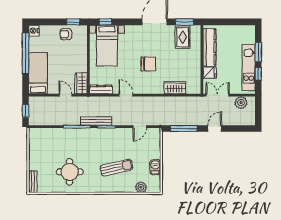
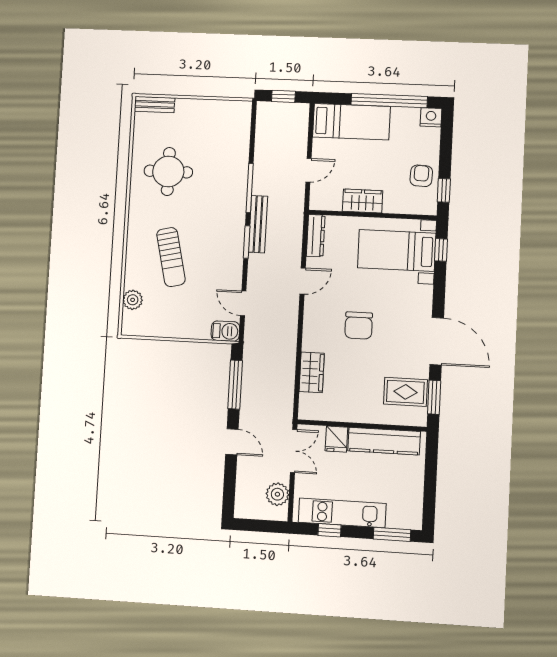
window: (258, 52) -> (392, 534), moved
wardrobe: (81, 83) -> (363, 201), moved
barbecue: (155, 167) -> (225, 331), moved

